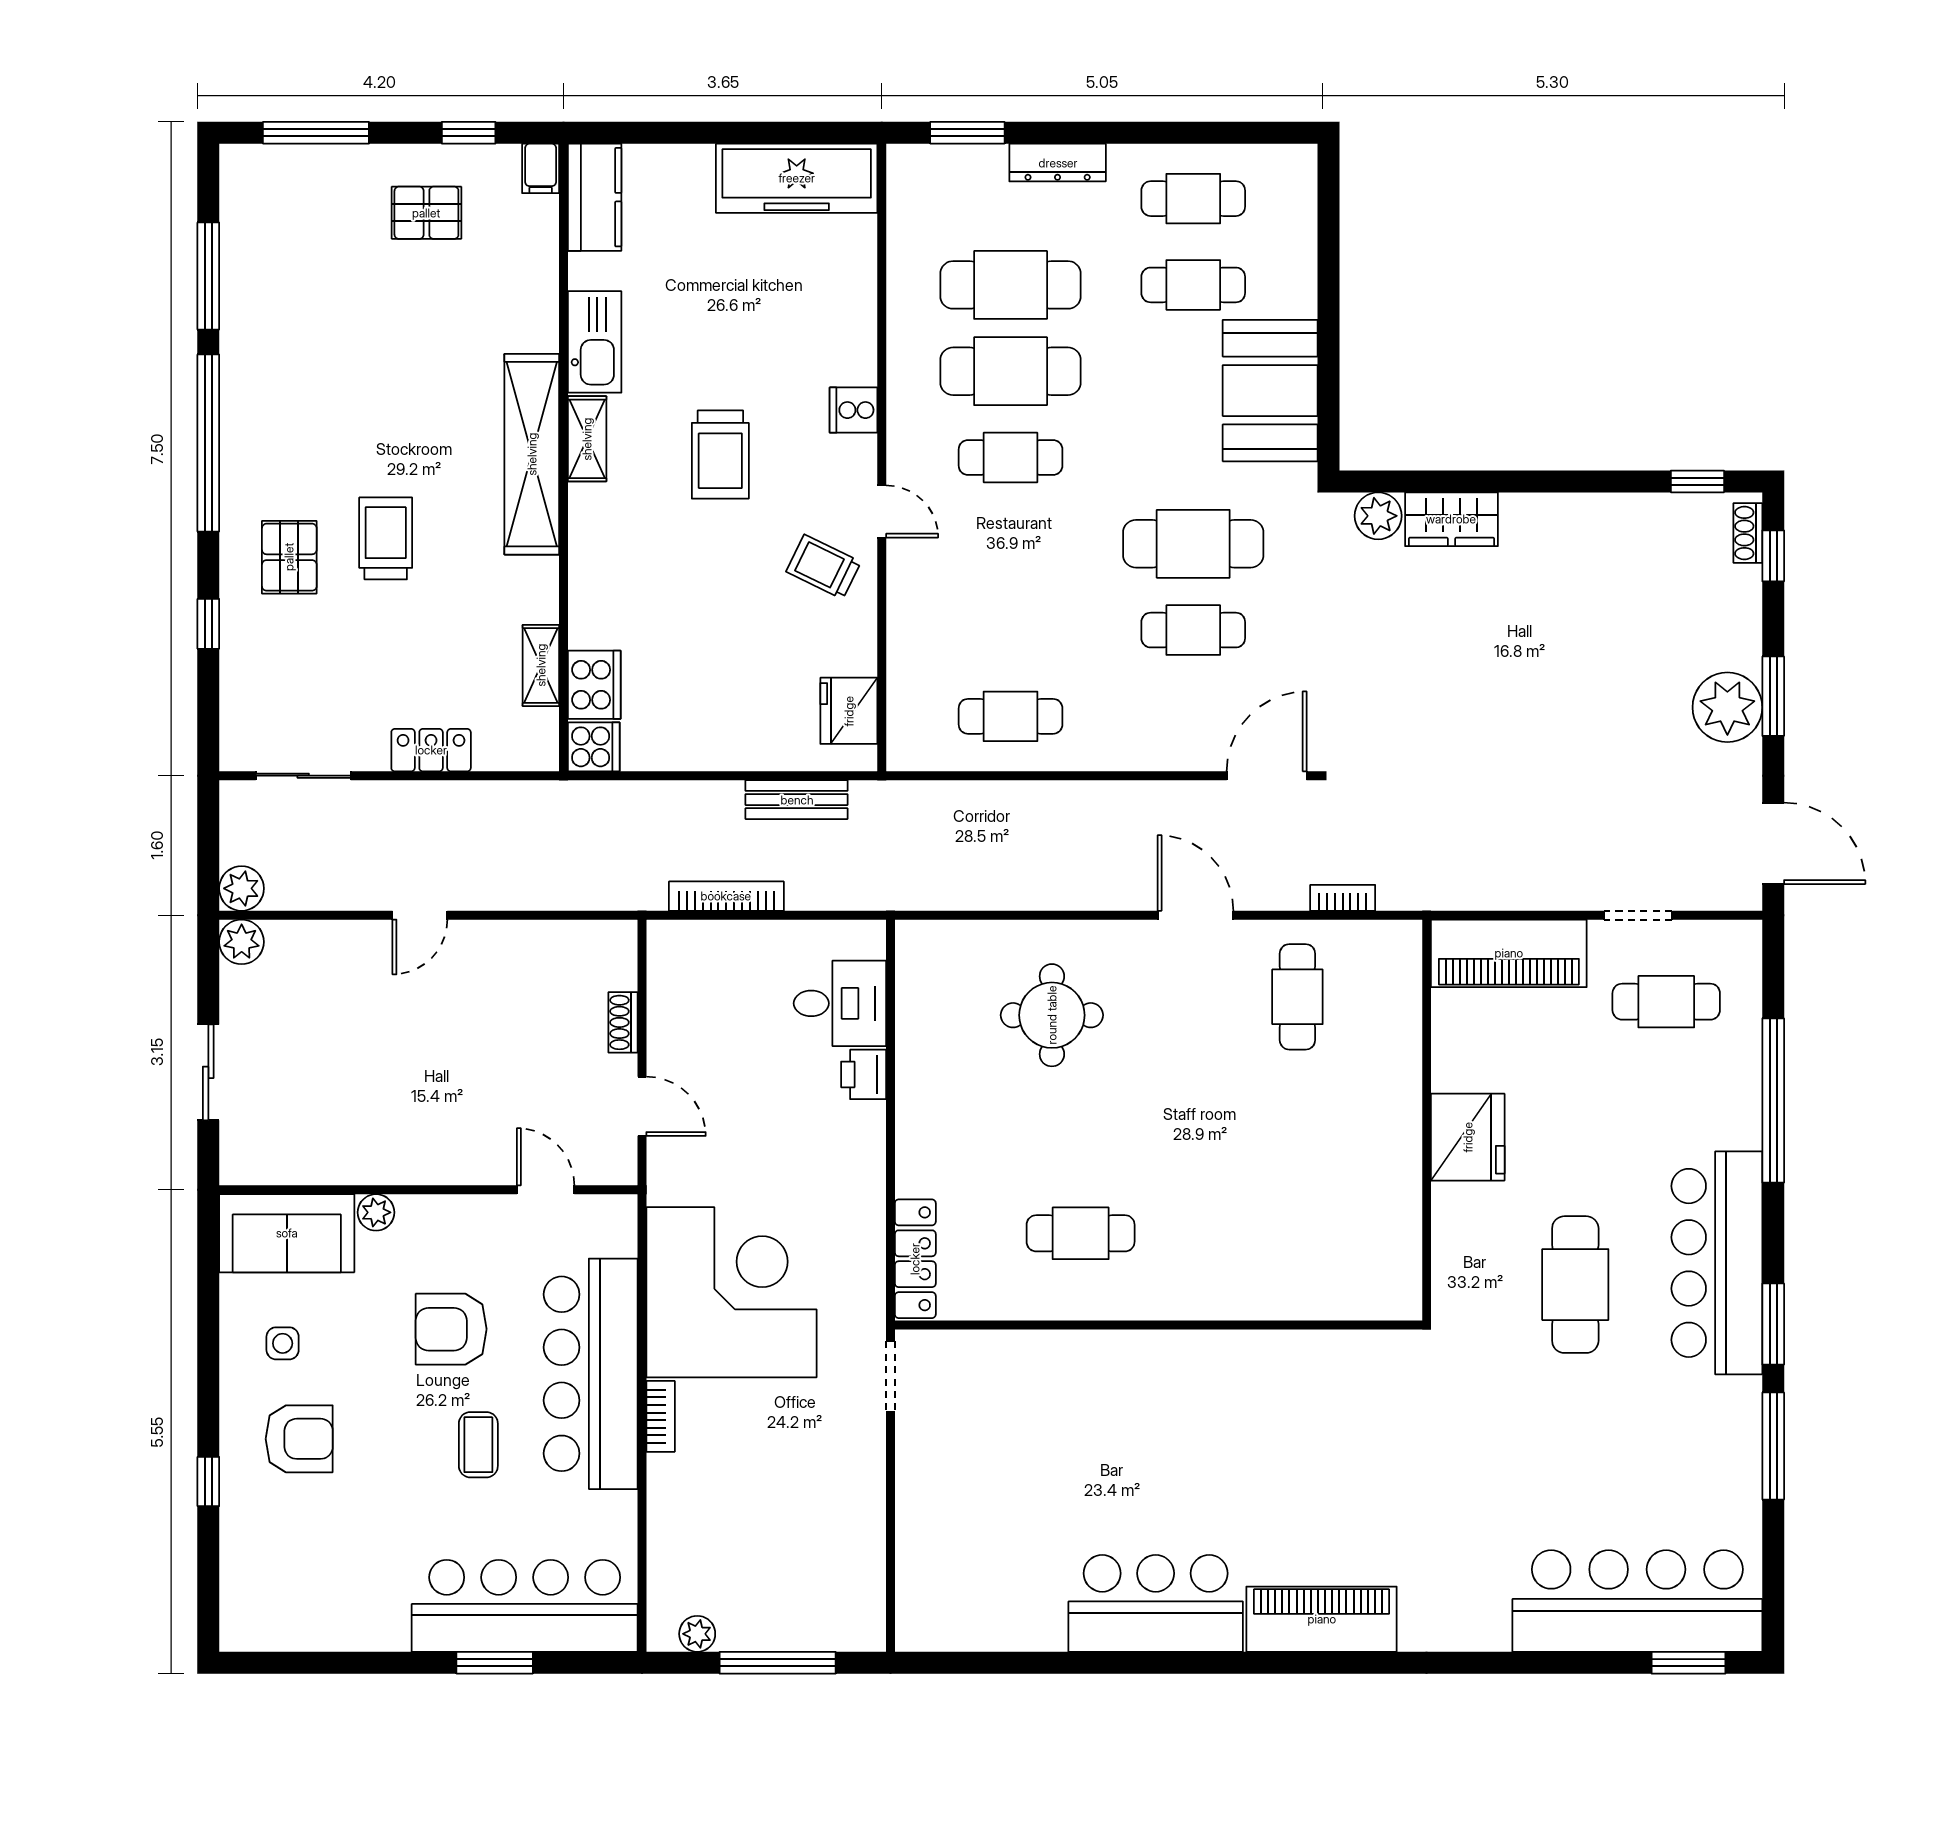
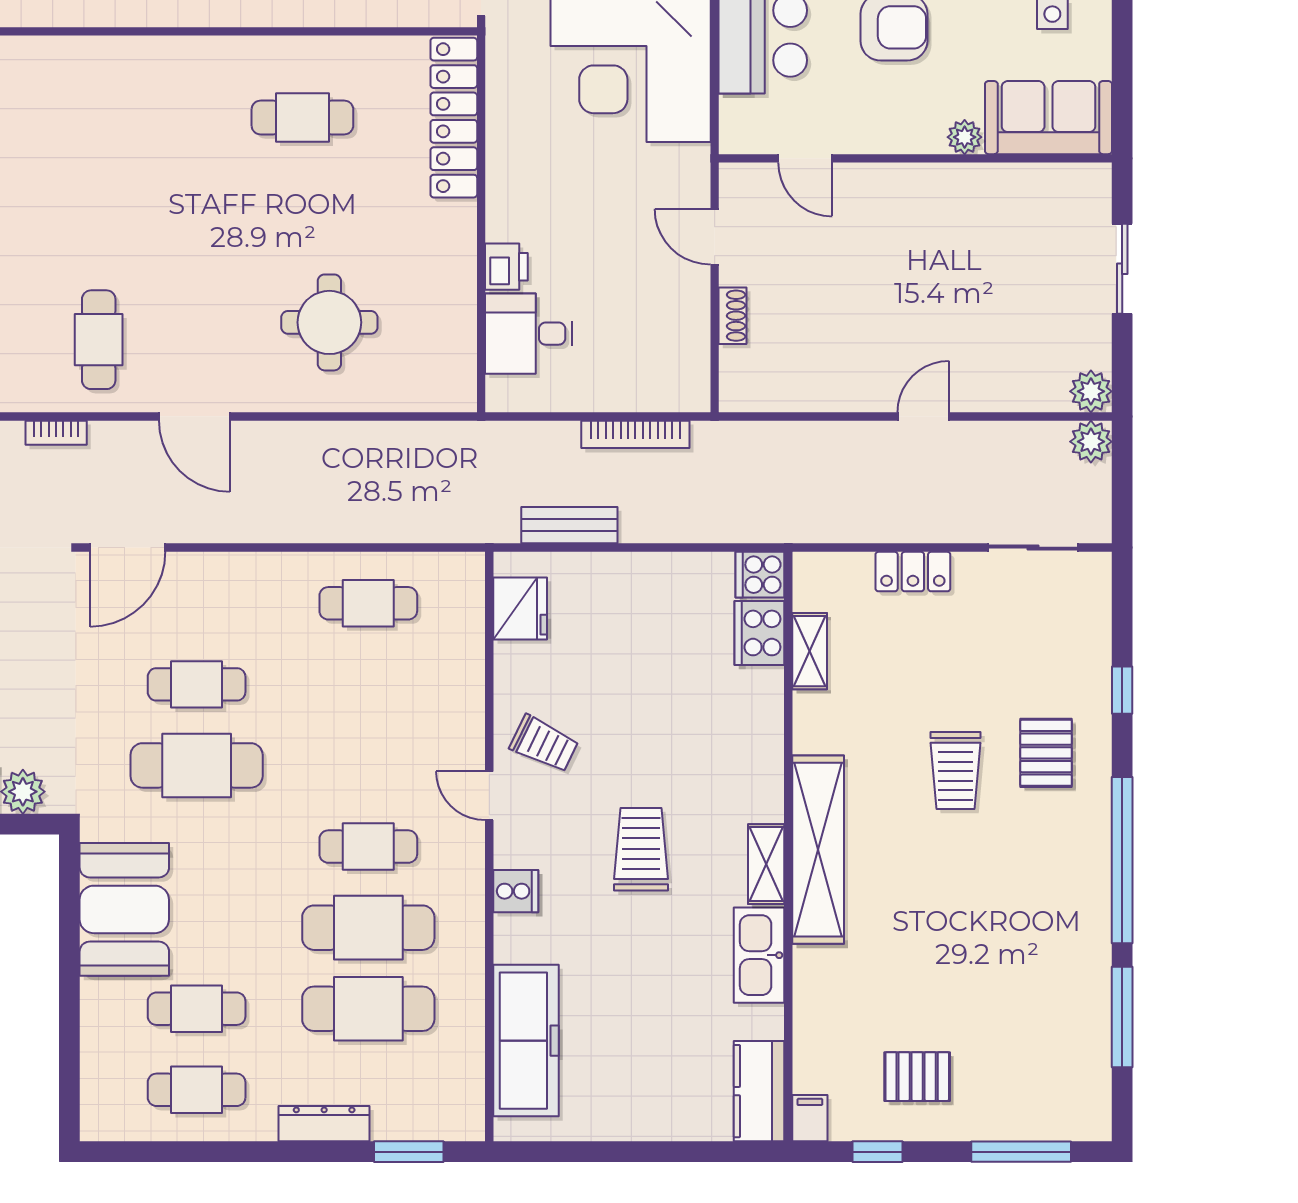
freezer: (797, 178) -> (526, 1041), moved, turned 90
locker: (915, 1259) -> (454, 118), width x1.41, depth x1.21

